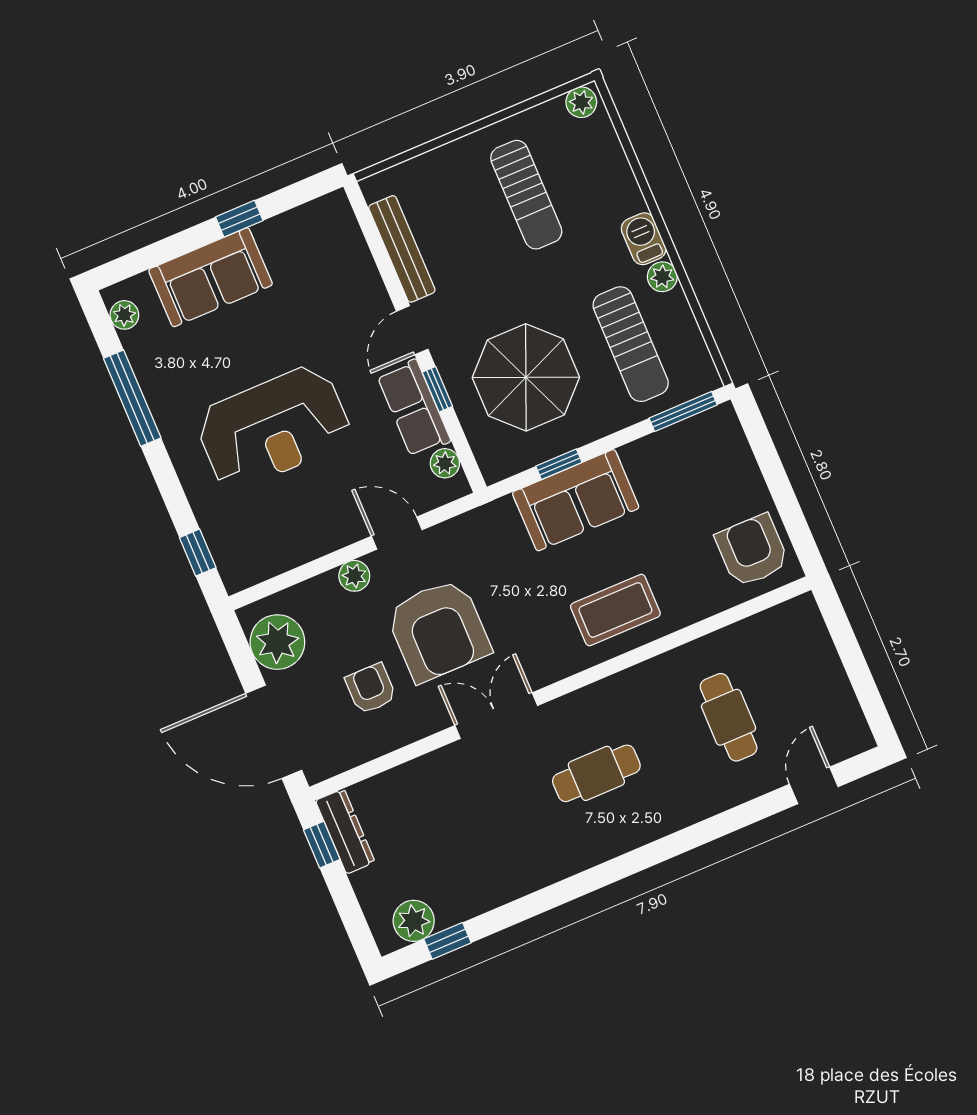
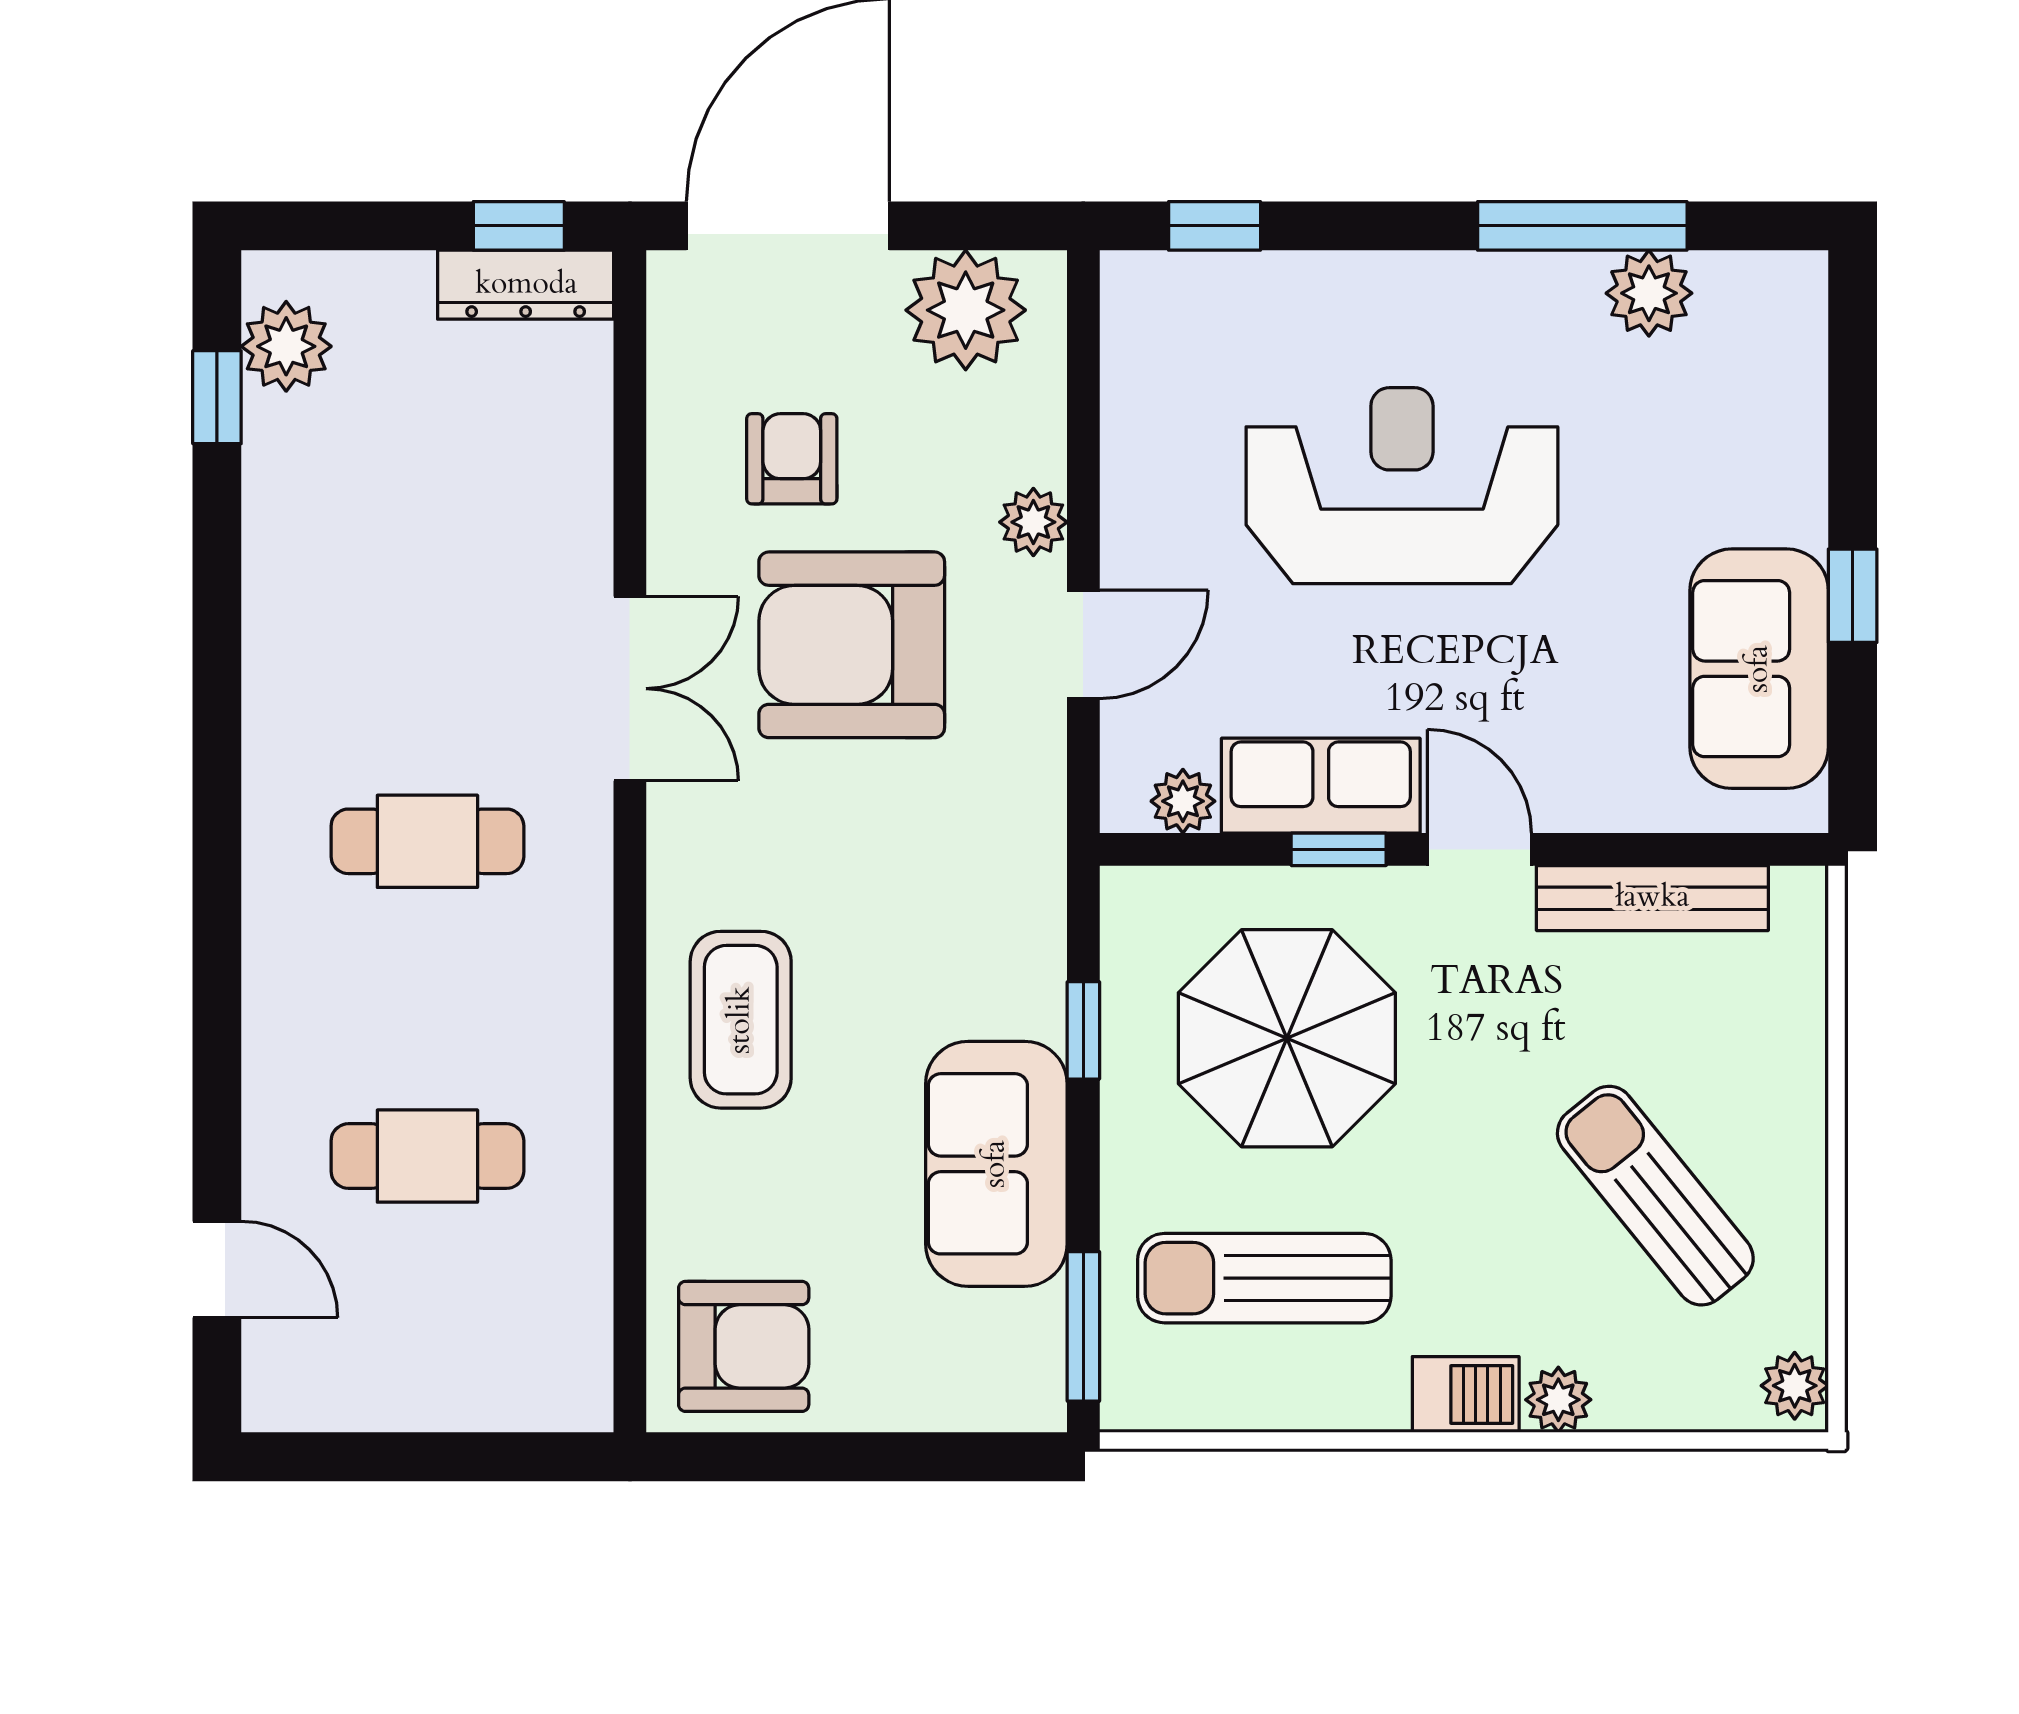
sun lounger: (526, 195) -> (1655, 1196), turned 51
sofa: (211, 277) -> (1759, 669), moved
plant: (662, 277) -> (1558, 1400), moved
plant: (124, 315) -> (1649, 293), moved, width x1.38, depth x1.38
reception desk: (273, 428) -> (1402, 486), turned 90
sofa: (576, 500) -> (996, 1164), moved
armchair: (371, 689) -> (792, 459), turned -90
cafe table: (596, 773) -> (427, 841), turned 90

